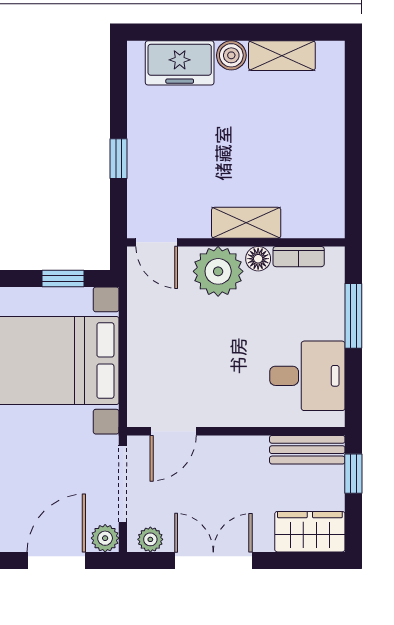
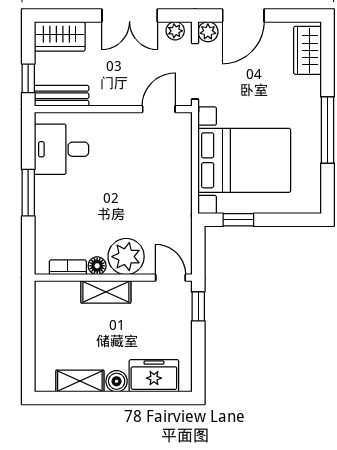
shelving: (246, 223) -> (106, 292), moved
door: (157, 242) -> (171, 278), moved
wall: (236, 242) -> (113, 278), moved
bookcase: (299, 257) -> (68, 267), moved
floor lamp: (258, 259) -> (97, 266), moved
plant: (218, 271) -> (126, 257), moved

